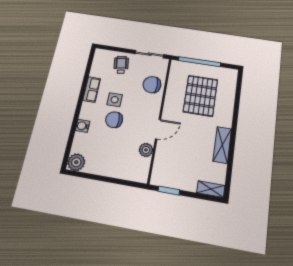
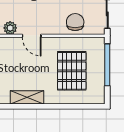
pallet: (200, 96) -> (72, 71), turned 90

